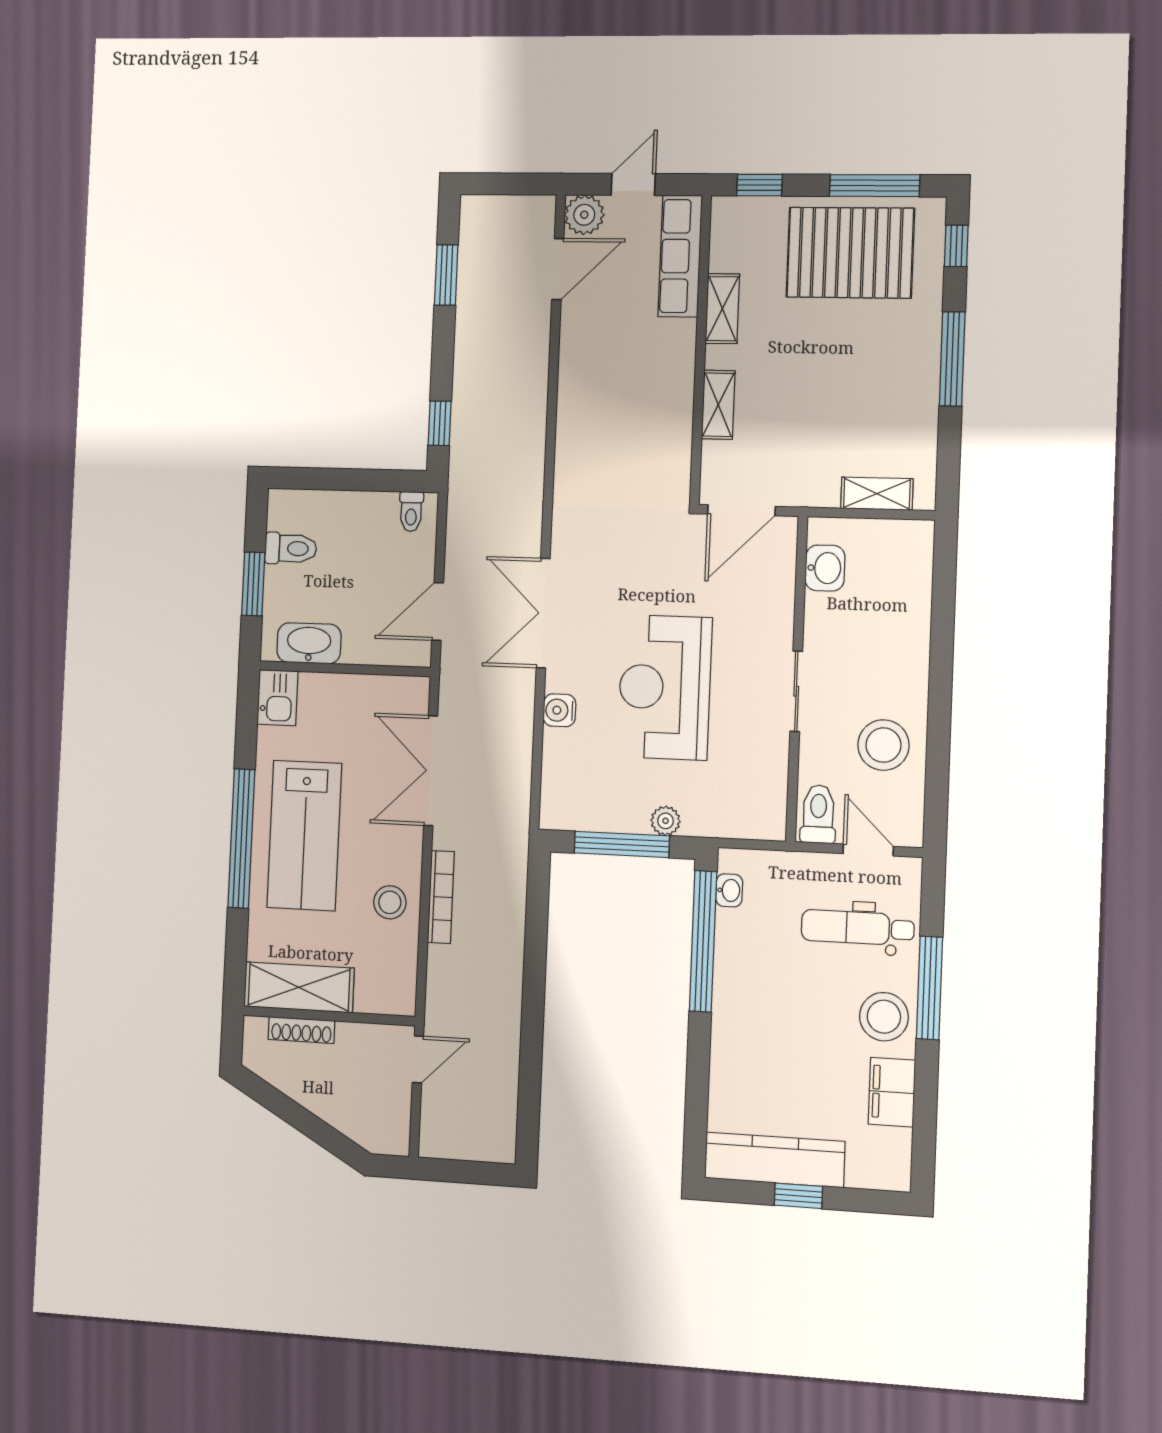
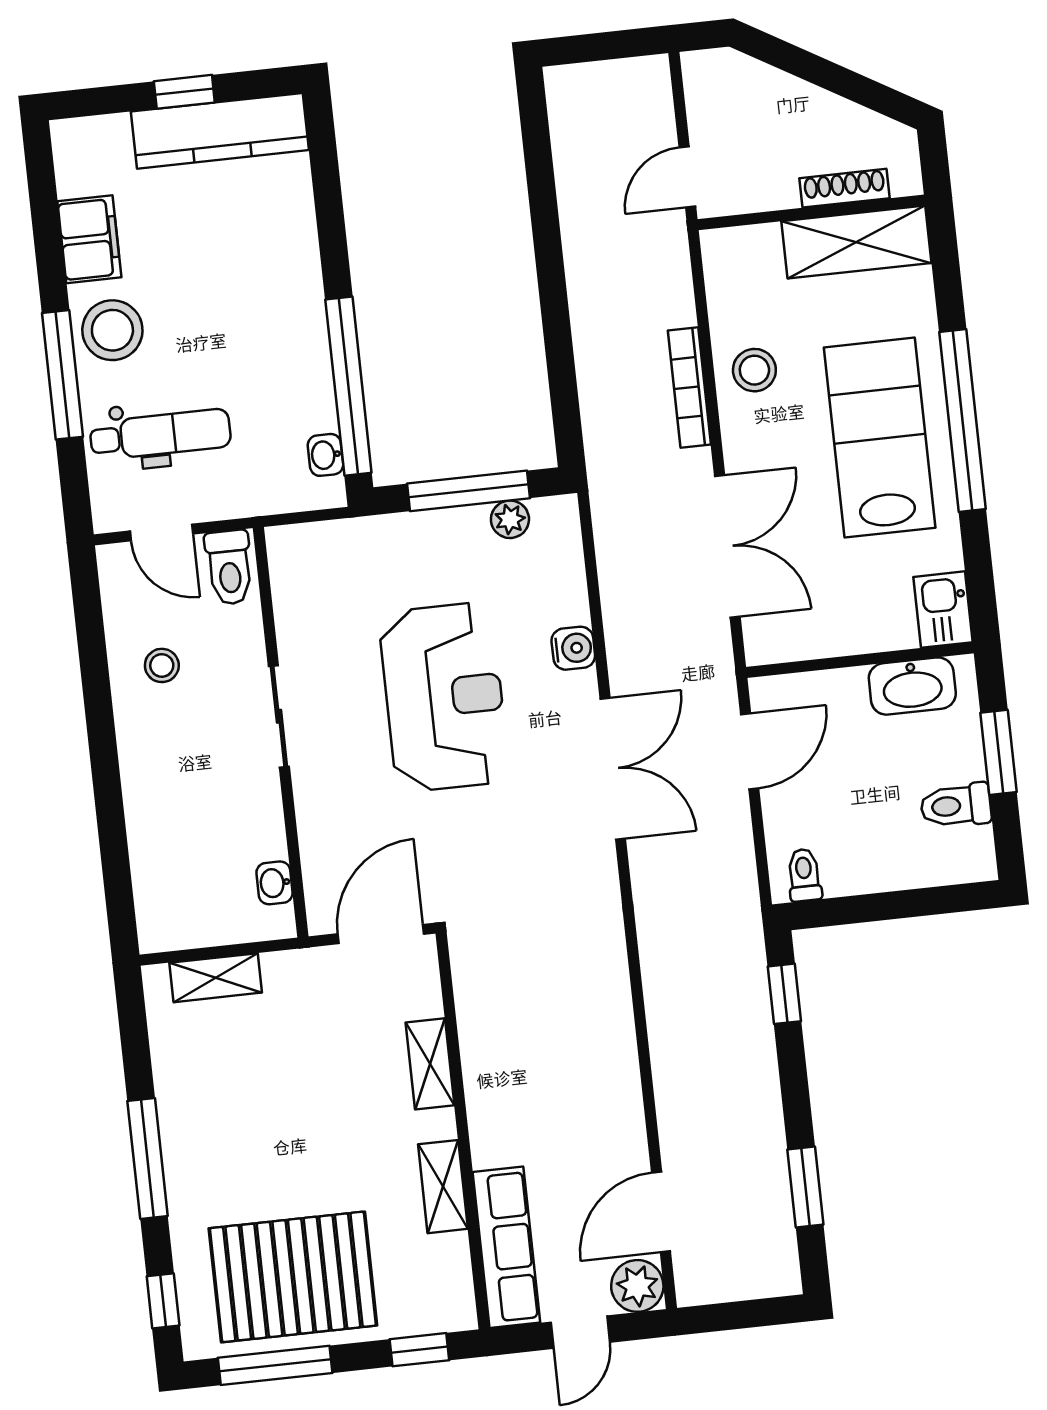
washbasin: (825, 568) -> (274, 883), width x0.72, depth x0.69
stool: (883, 745) -> (162, 665), width x0.53, depth x0.53
plant: (666, 821) -> (510, 519), moved

